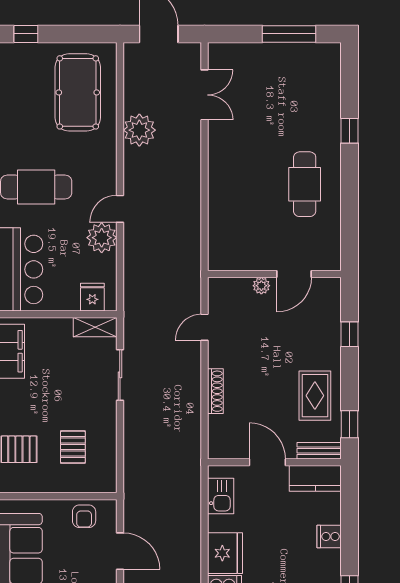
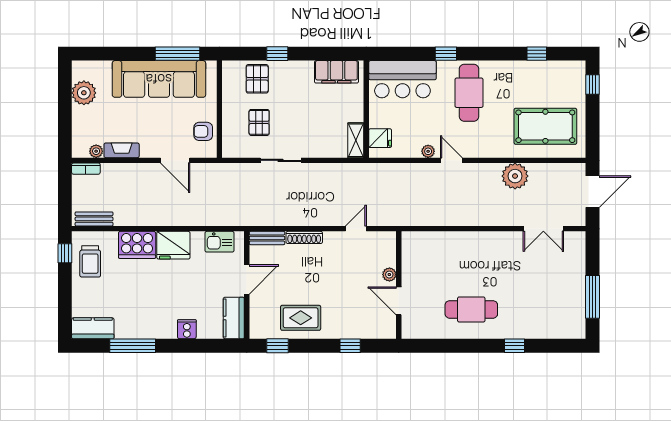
plant: (102, 238) -> (428, 151), width x0.53, depth x0.53
door: (205, 327) -> (356, 229), hinge flipped
sliding door: (120, 375) -> (281, 160), moved
pallet: (73, 447) -> (259, 122), turned 90
bench: (319, 451) -> (267, 238), moved, turned 90
door: (120, 551) -> (175, 160), hinge flipped

